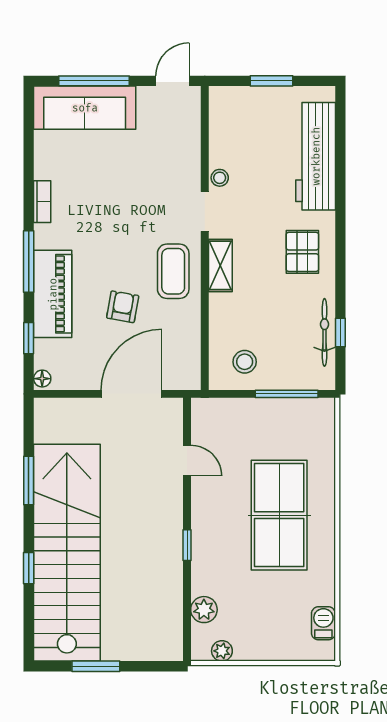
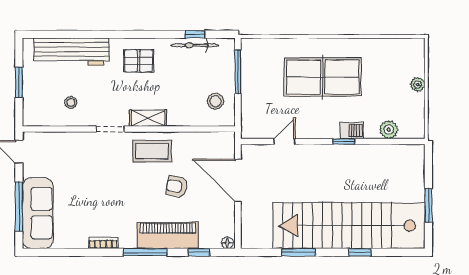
stool: (220, 178) -> (71, 102), moved
barbecue: (323, 623) -> (352, 131), moved, turned 180
plant: (222, 651) -> (418, 85), moved

